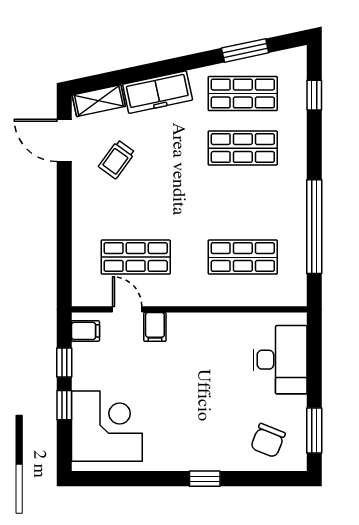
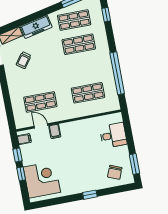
desk: (280, 360) -> (113, 135), width x0.73

